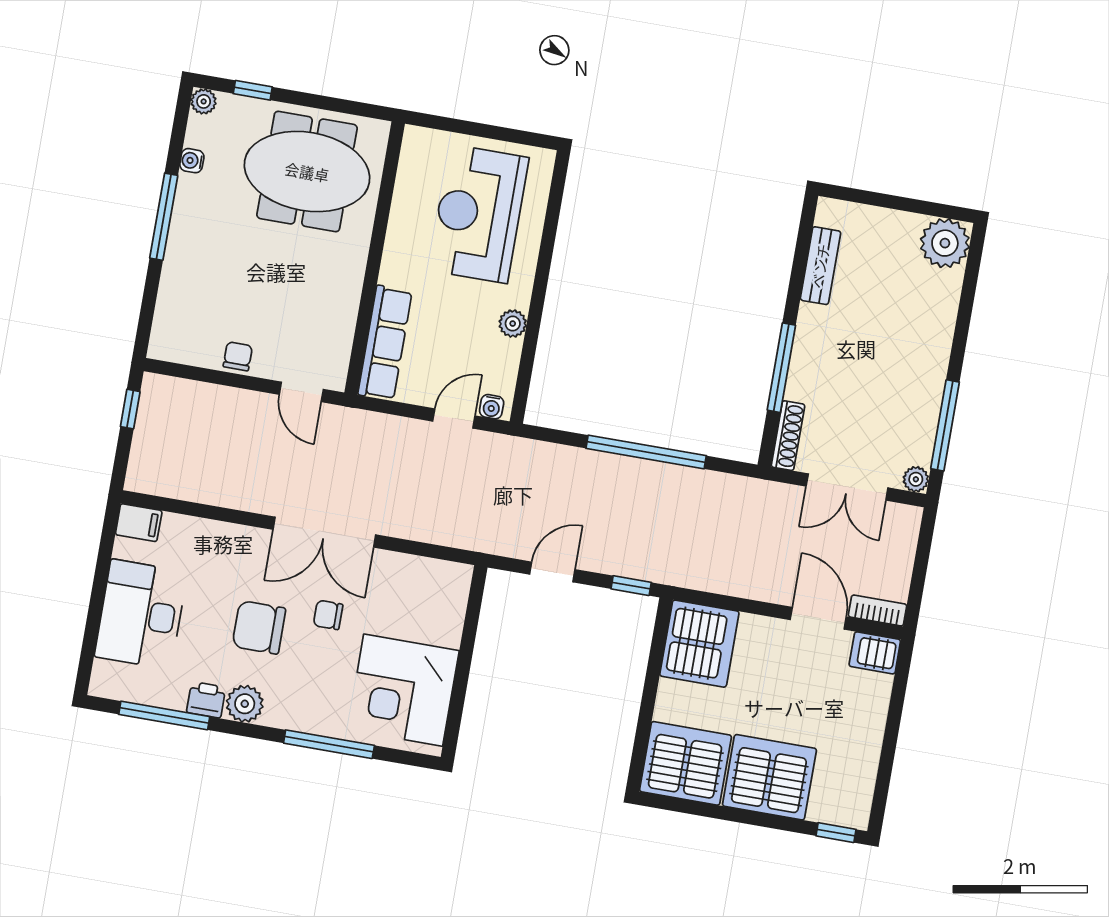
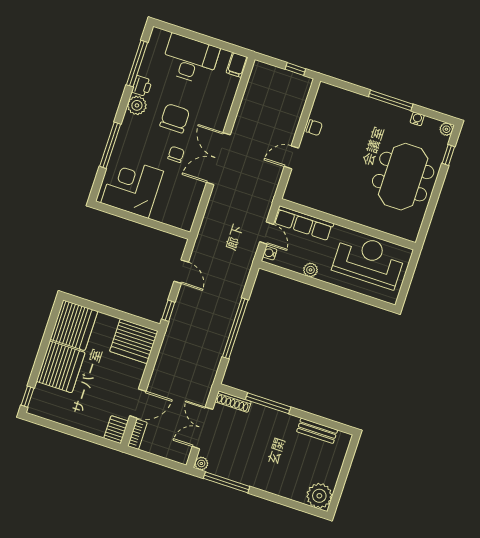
wall: (375, 258) -> (348, 224), moved
row of seats: (385, 343) -> (304, 223), moved

